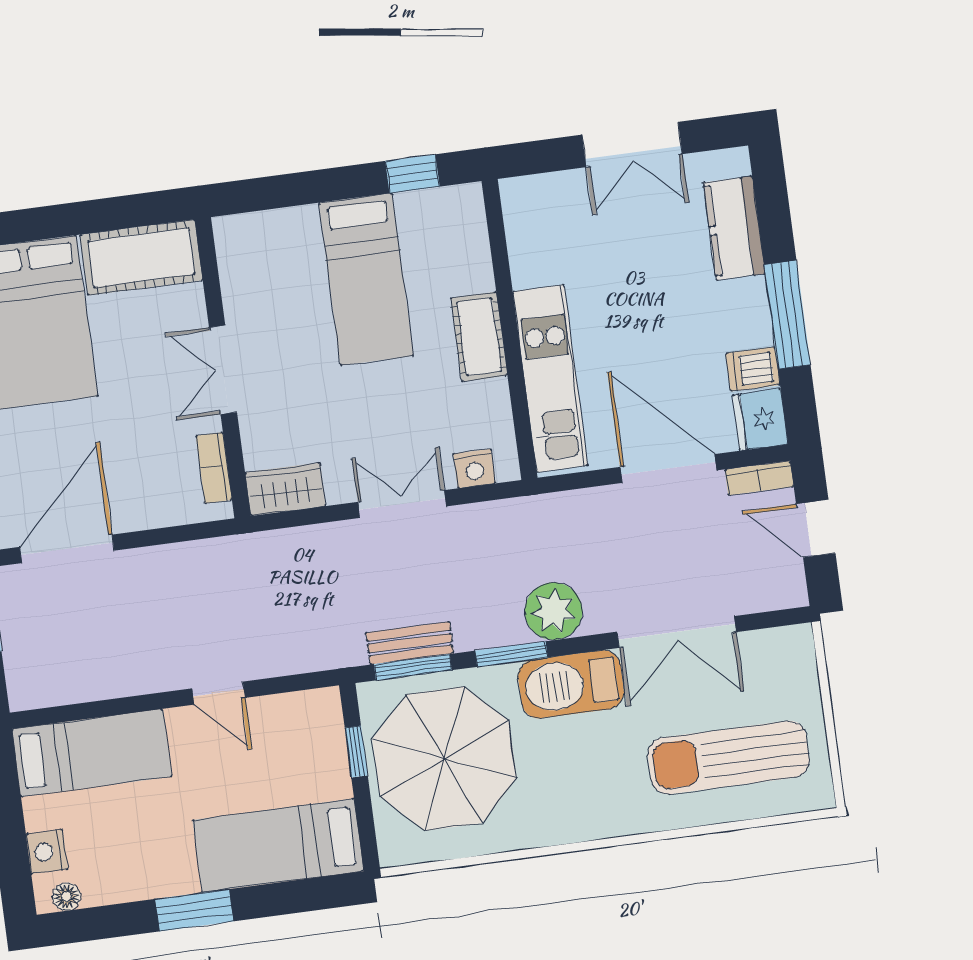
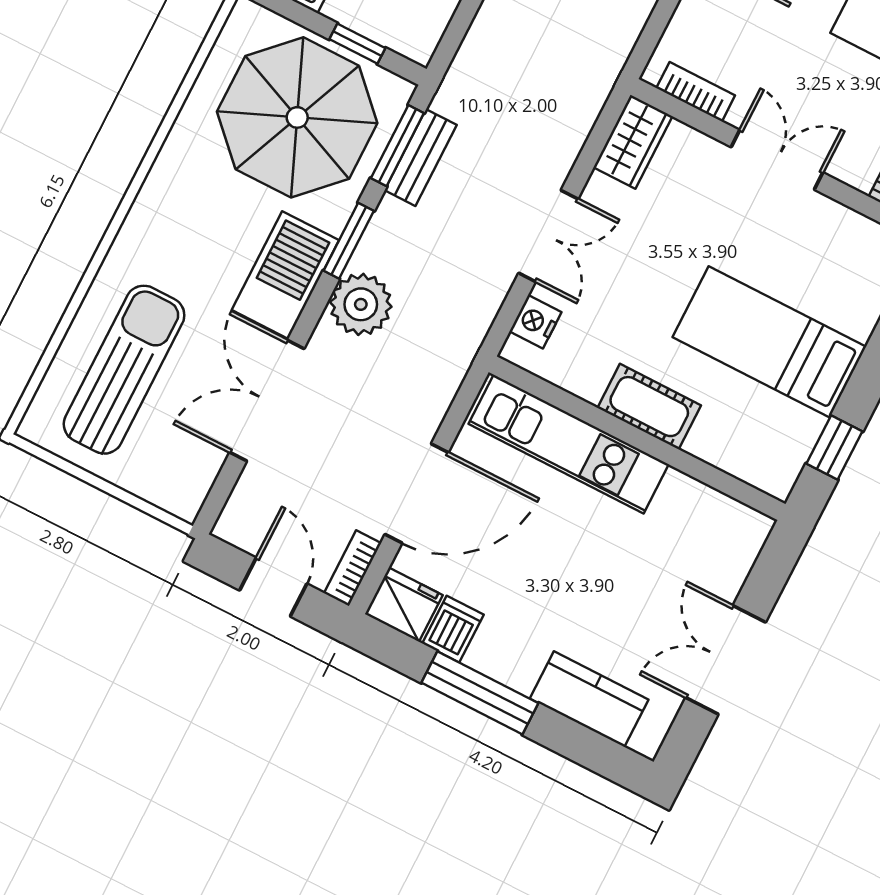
door: (816, 529) -> (273, 587), hinge flipped

